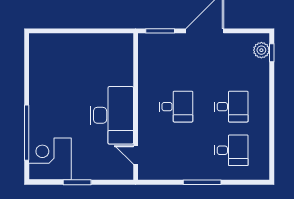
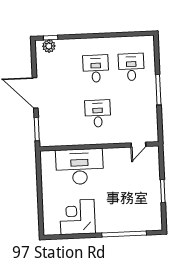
desk: (112, 115) -> (80, 167), moved
corner desk: (50, 159) -> (77, 217), moved, turned 90

